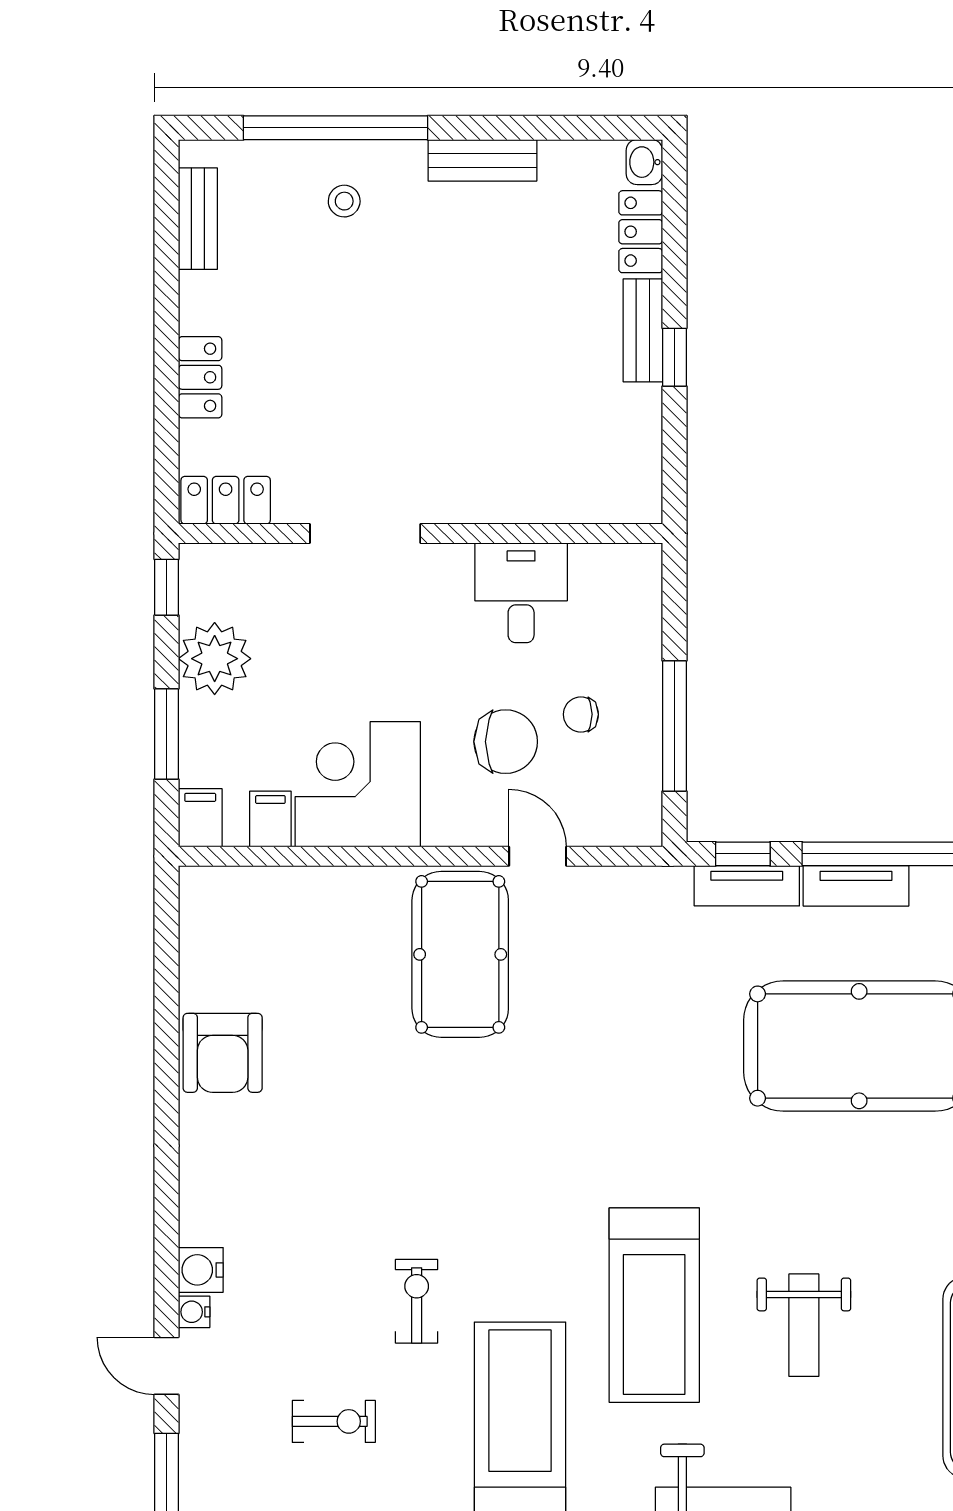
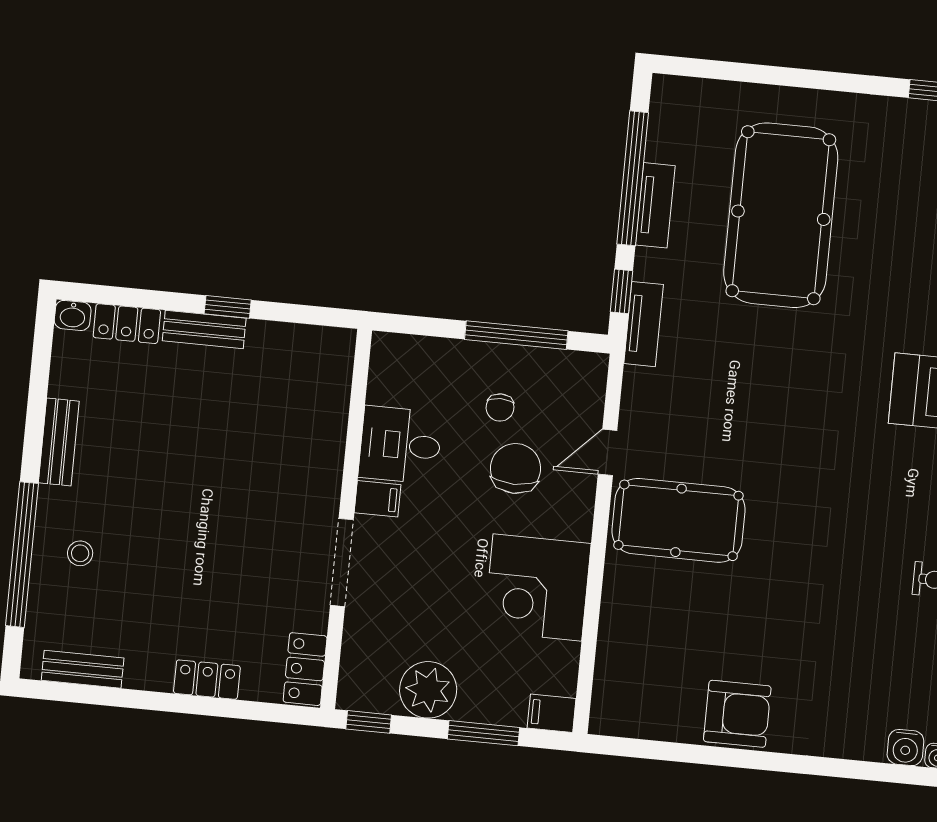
filing cabinet: (270, 819) -> (378, 499), moved, turned 180
tv unit: (747, 886) -> (644, 324), moved

